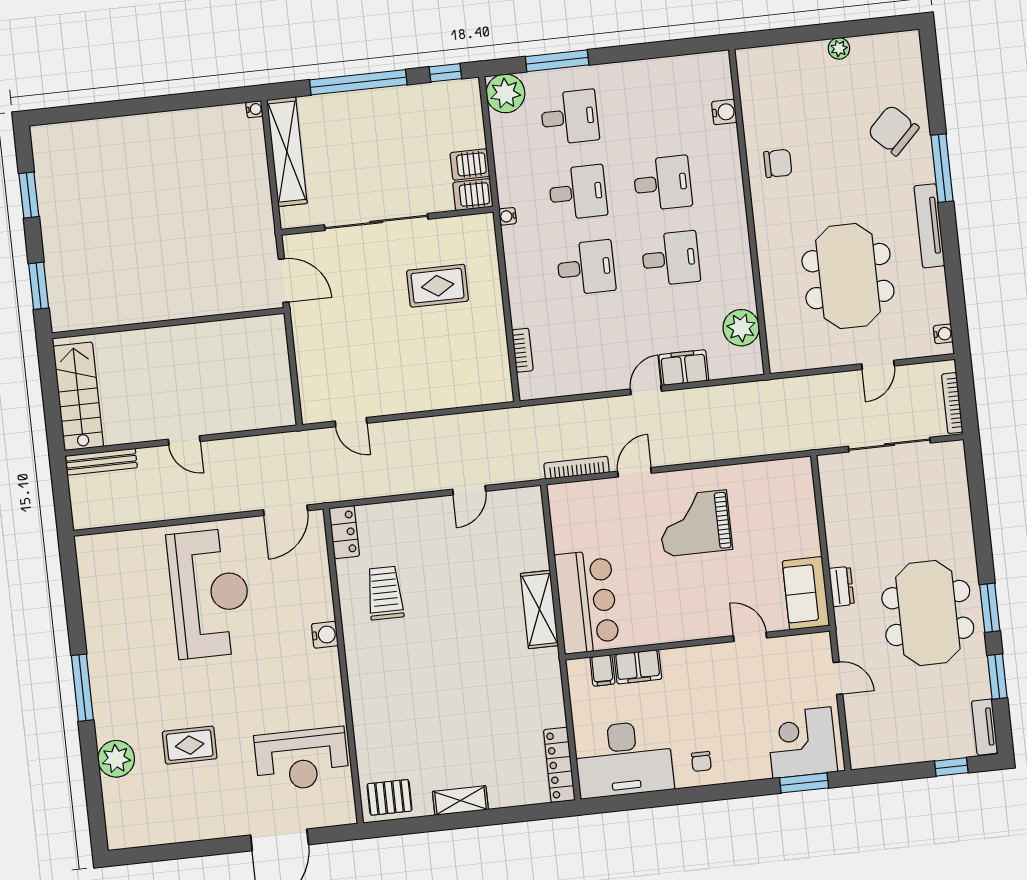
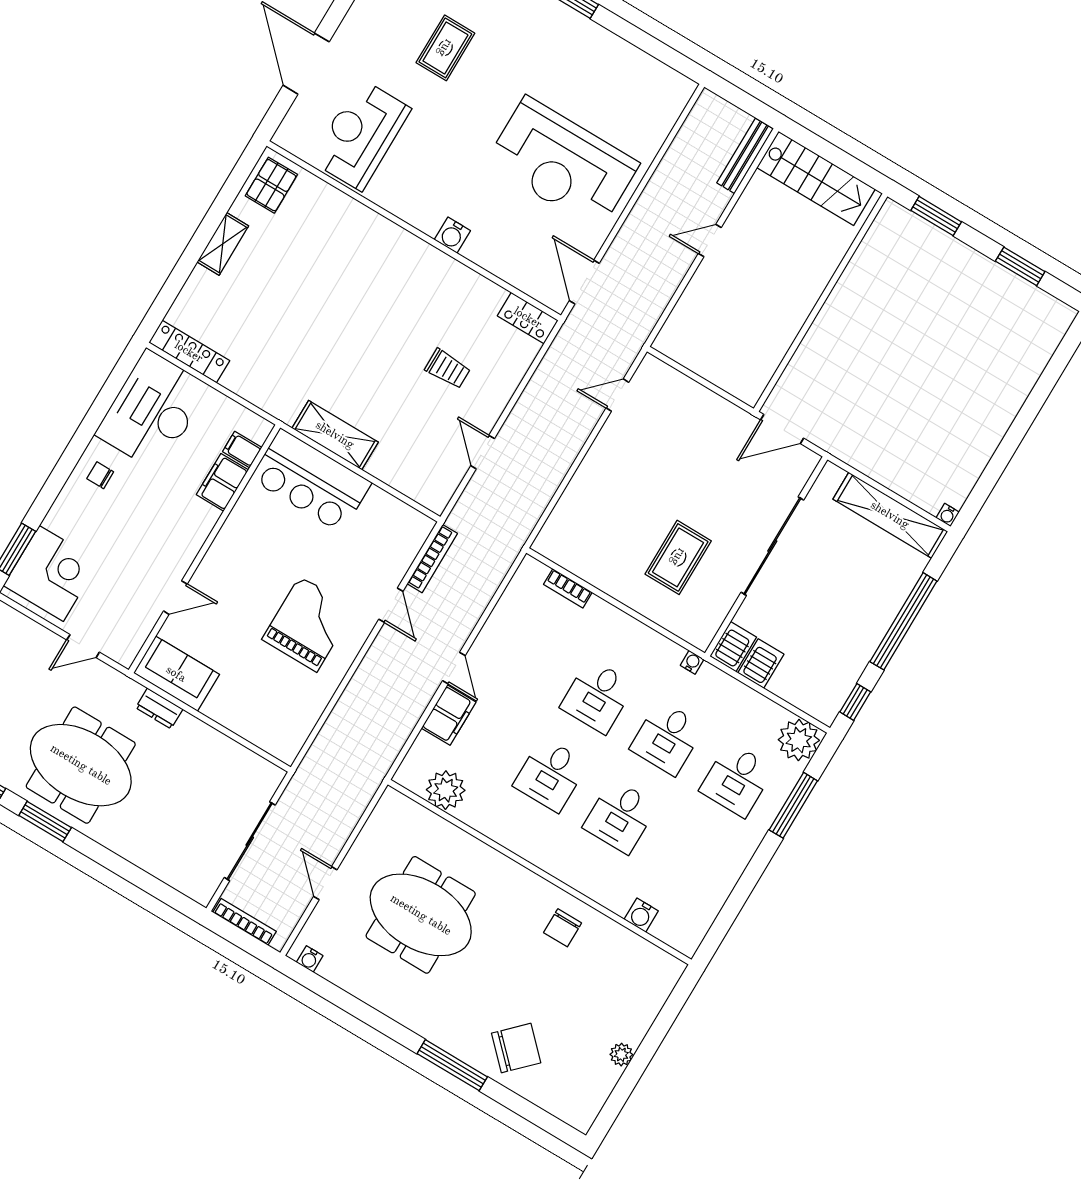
tv unit: (929, 226) -> (411, 1017), removed
trolley: (385, 593) -> (448, 369), moved, width x0.73, depth x0.72

